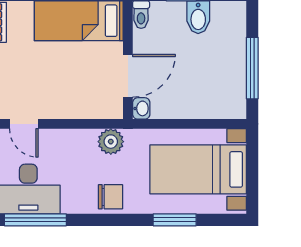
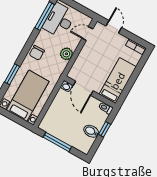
plant: (111, 142) -> (66, 54), moved

